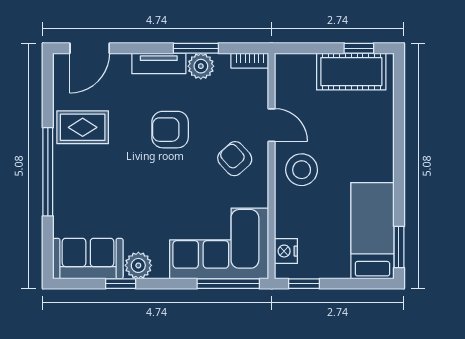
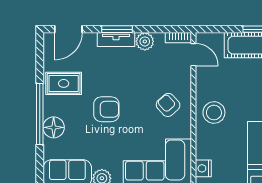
window: (196, 48) -> (117, 29), moved
door: (272, 125) -> (193, 55), moved
armchair: (170, 130) -> (106, 109), moved, turned 180
floor lamp: (68, 191) -> (54, 127), added

